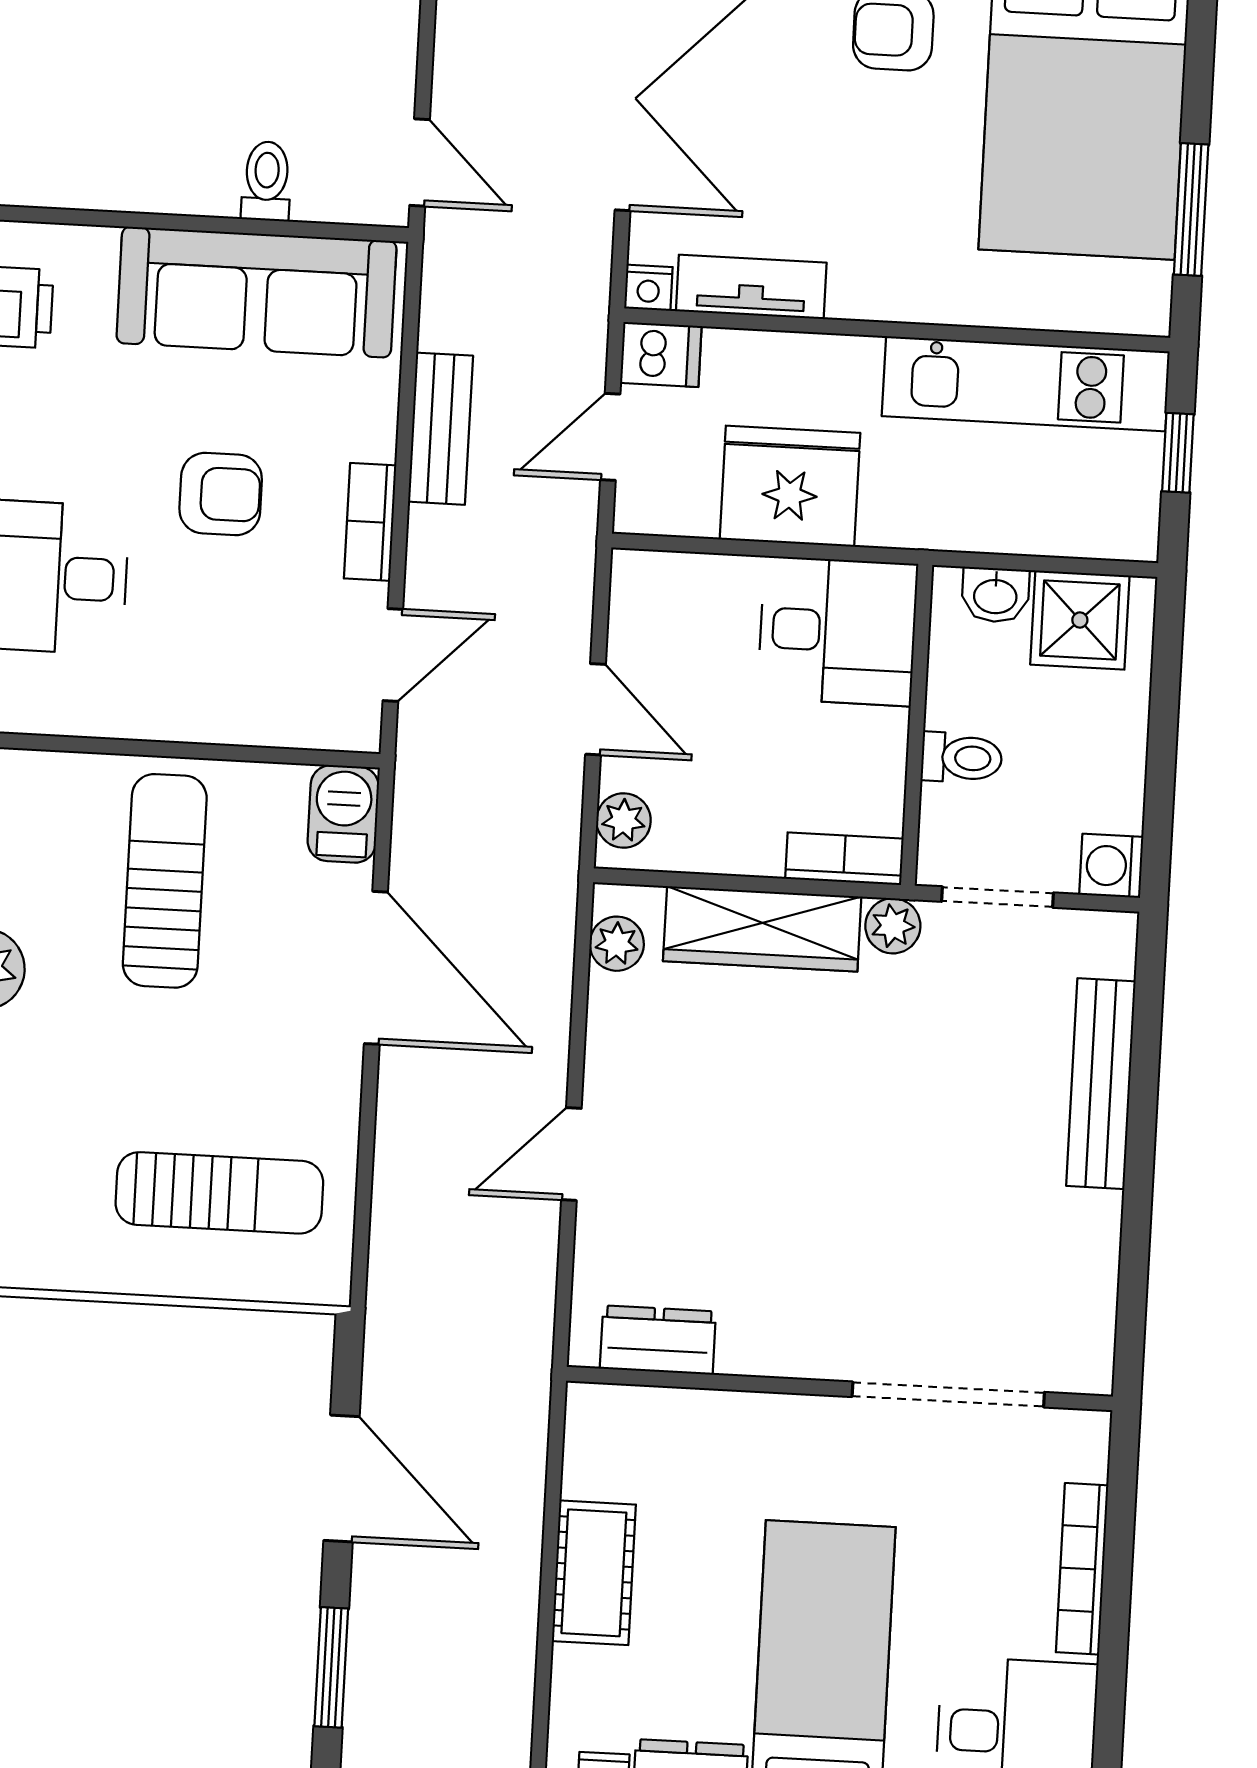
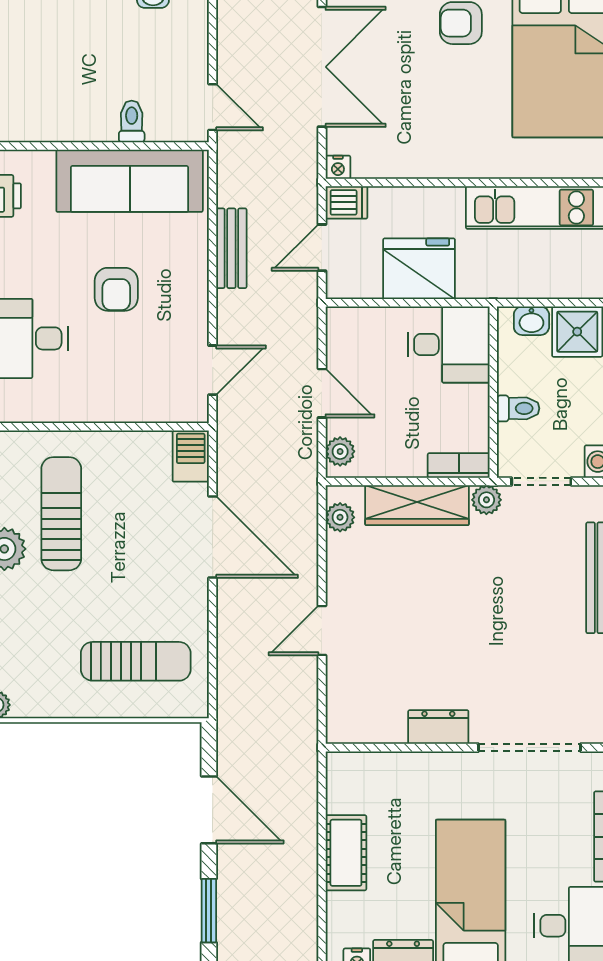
tv unit: (751, 287) -> (393, 164), removed
armchair: (221, 494) -> (116, 289), turned 90
bookcase: (370, 522) -> (197, 300), removed
sun lounger: (165, 881) -> (61, 514), moved
dresser: (658, 1340) -> (438, 727), moved

